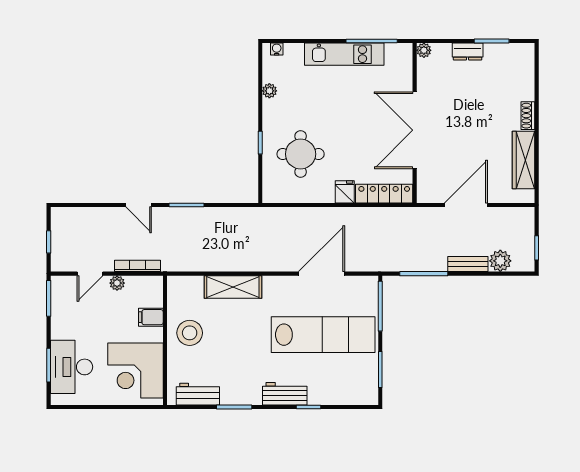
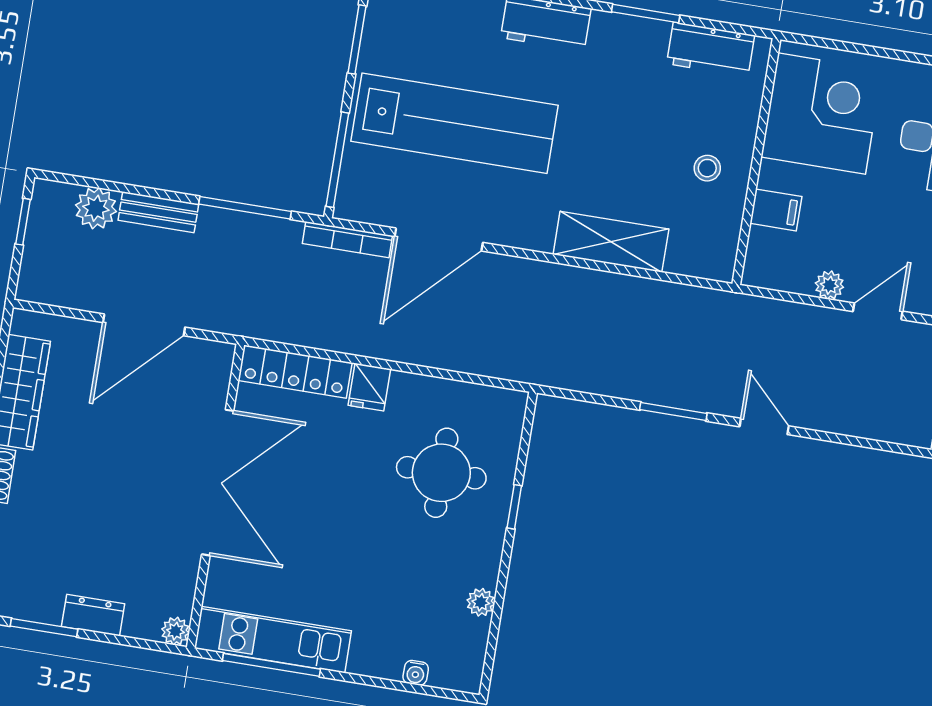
water cooler: (277, 49) -> (416, 673), moved
kitchen unit: (344, 54) -> (273, 640), moved
bookcase: (138, 266) -> (347, 240), moved
stool: (190, 333) -> (707, 168), width x0.53, depth x0.53
lab bench: (323, 335) -> (455, 123), turned 180

